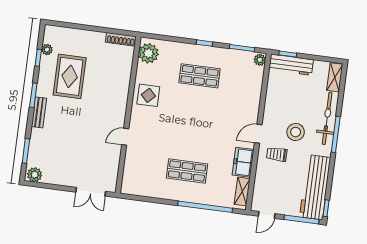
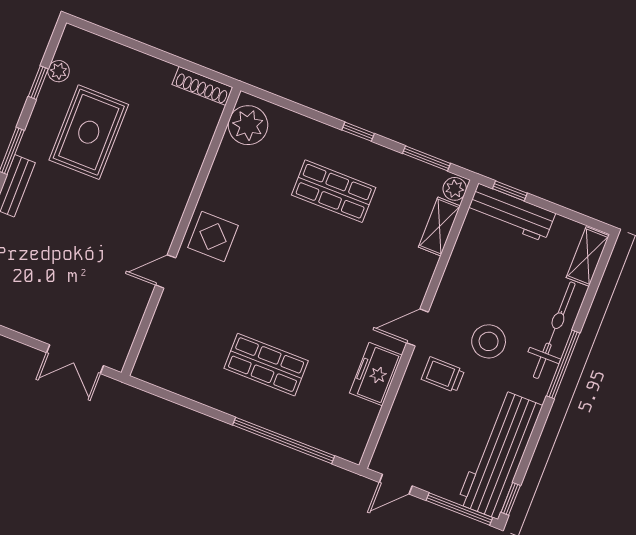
display table: (148, 95) -> (213, 237), moved
shelving: (242, 191) -> (439, 227), moved

